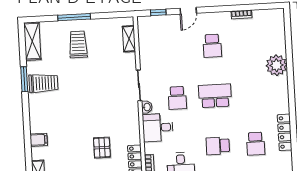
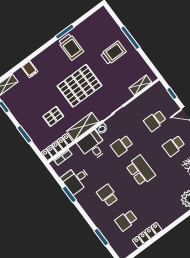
shelving: (32, 41) -> (83, 127), moved
school desk: (174, 48) -> (155, 121), added
pallet: (89, 101) -> (80, 86), added

